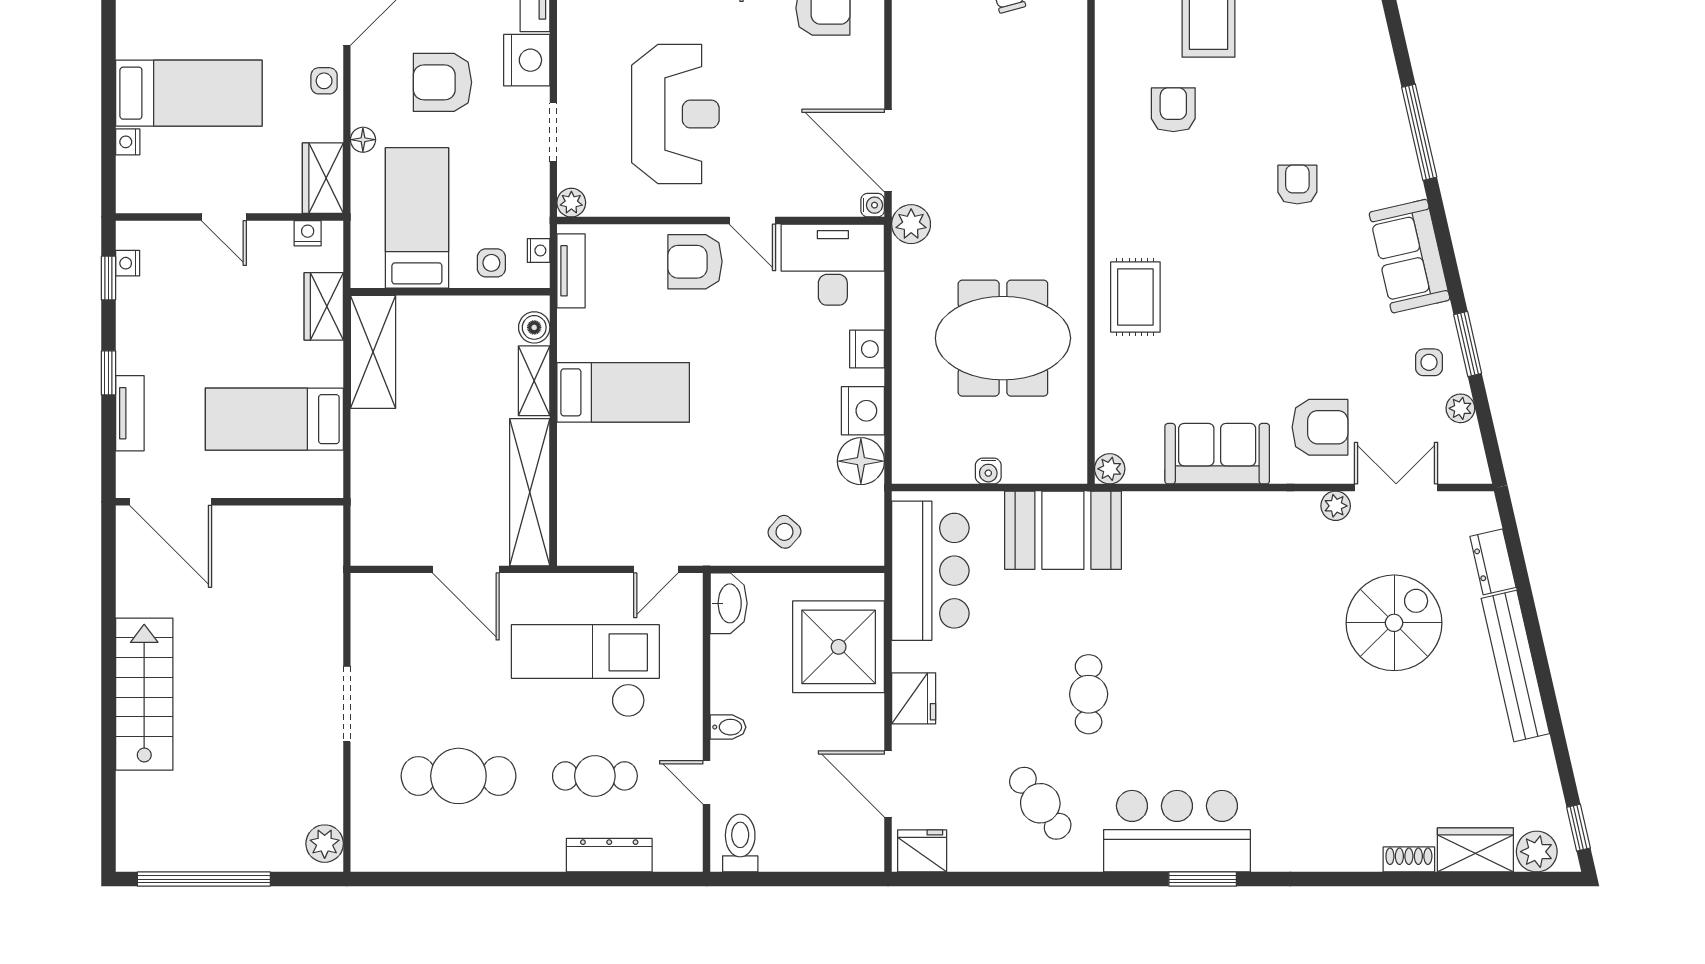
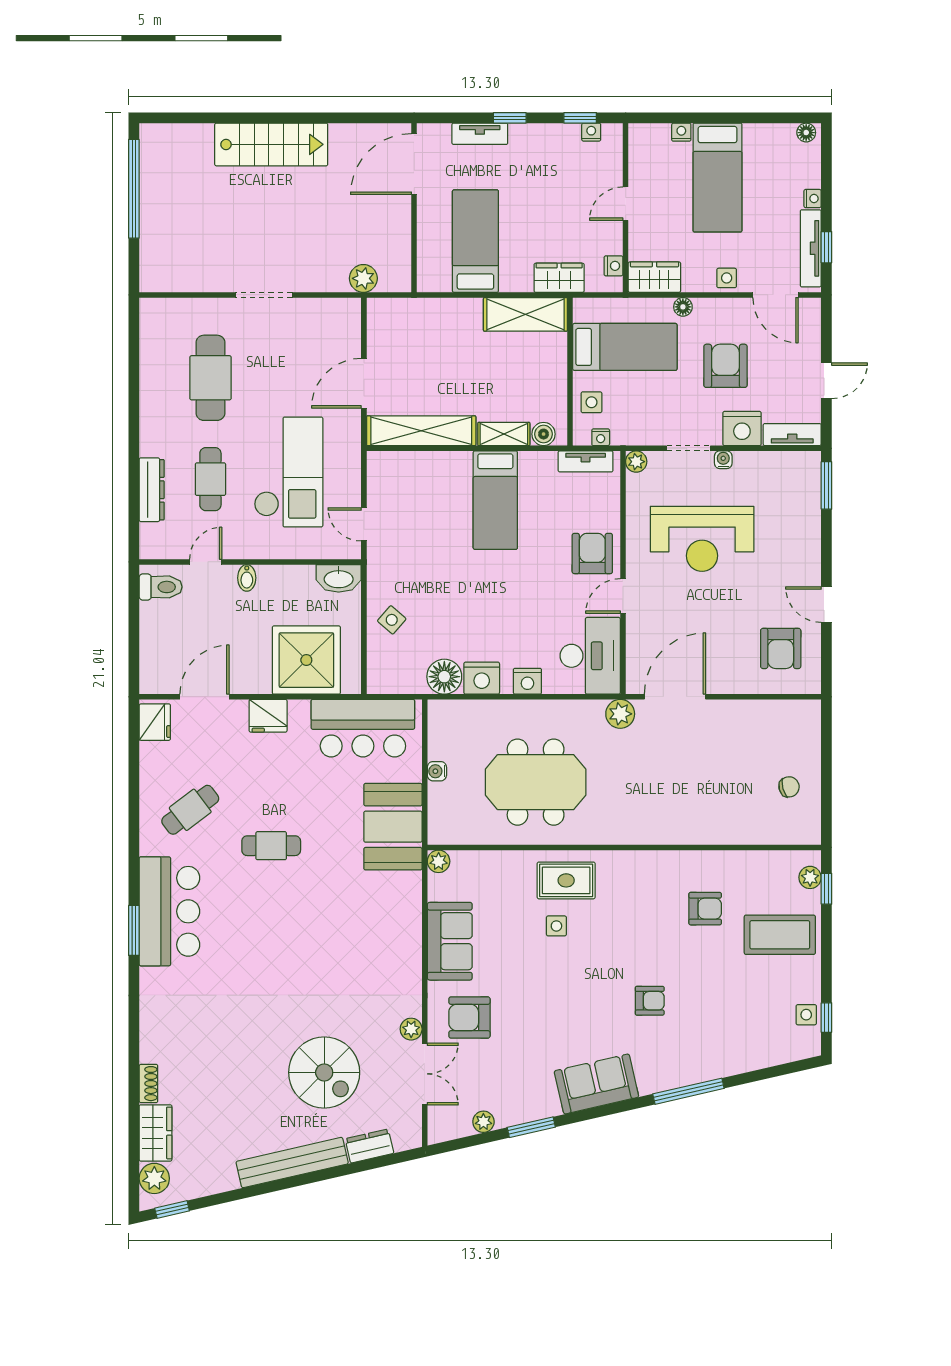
water cooler: (873, 205) -> (723, 460), moved, turned 180
meeting table: (1003, 338) -> (536, 782), turned 90
side table: (1429, 362) -> (556, 926), moved
armchair: (1320, 427) -> (469, 1017), turned 90
plant: (325, 844) -> (363, 278), moved

